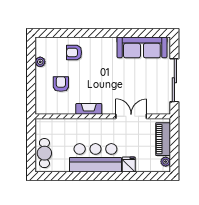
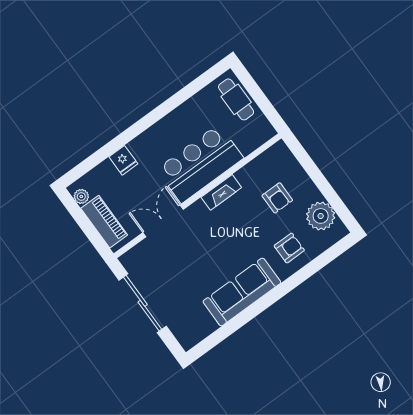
sofa: (142, 47) -> (242, 292), moved
plant: (40, 62) -> (321, 216), width x1.87, depth x1.87
double door: (131, 116) -> (163, 221), swing flipped
bar counter: (95, 158) -> (200, 164), moved, turned 180

